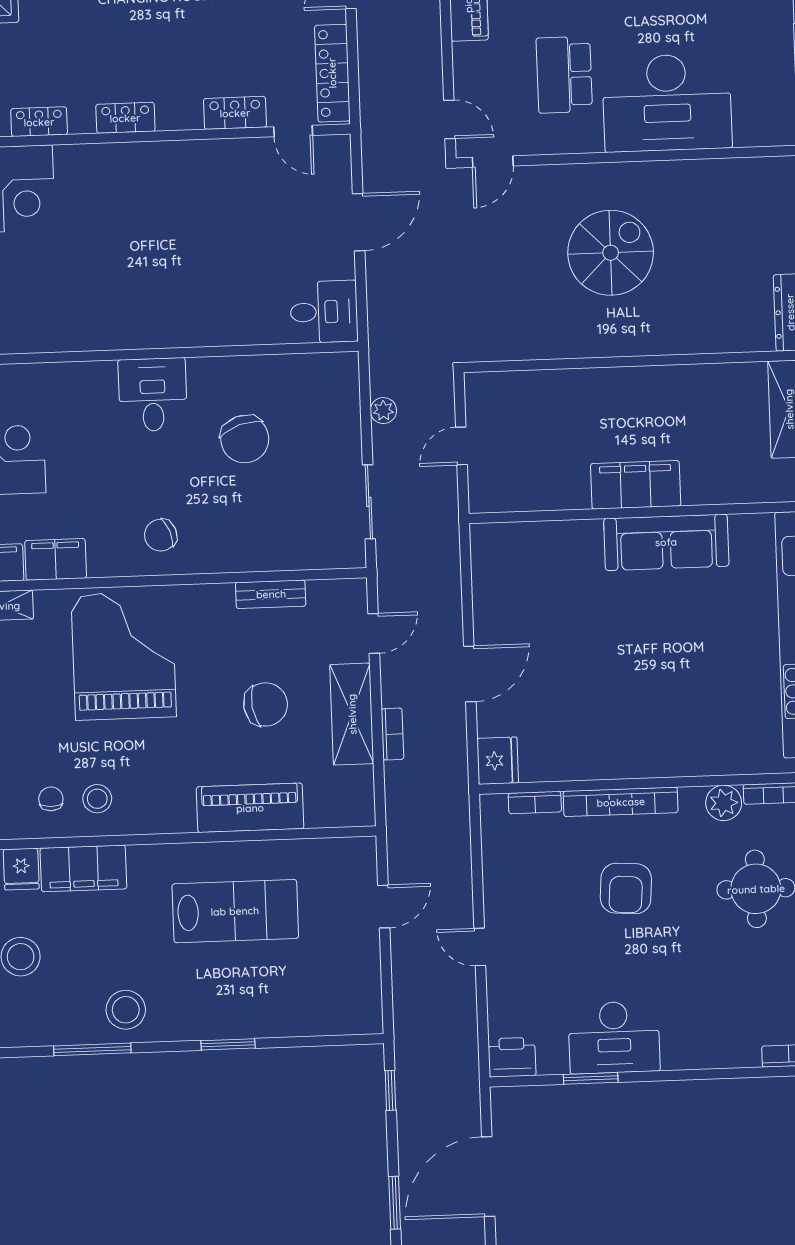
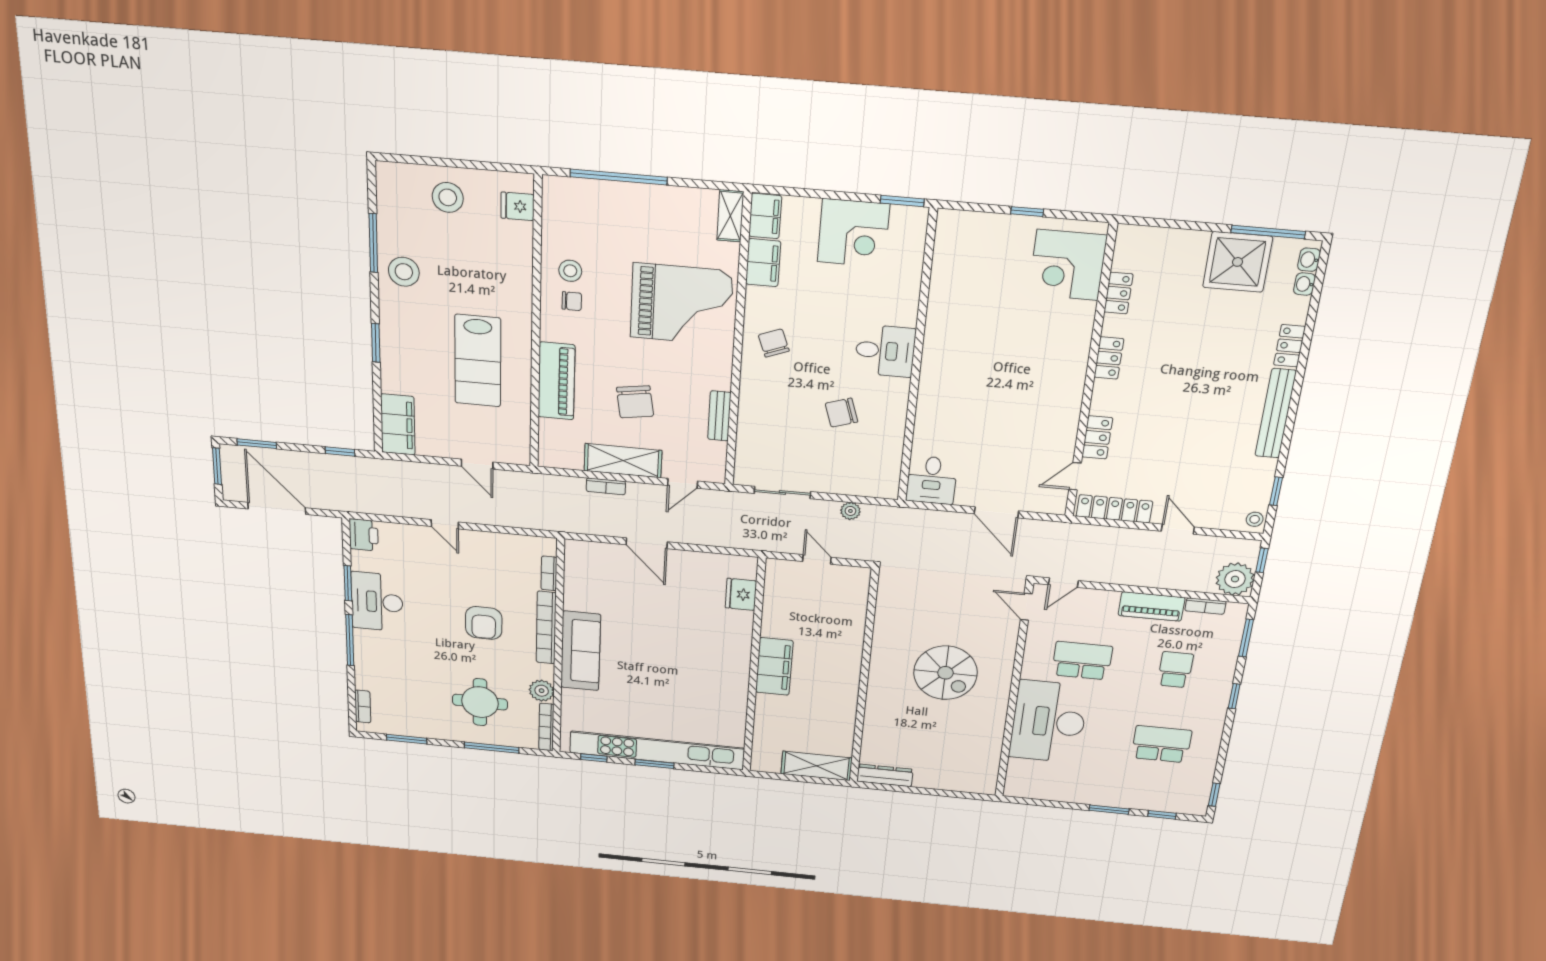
chair: (245, 439) -> (841, 413), width x0.73, depth x0.73
sofa: (666, 542) -> (581, 651), moved, turned 180
door: (374, 633) -> (683, 483), hinge flipped
fridge: (498, 761) -> (741, 594), moved, turned 90
chair: (51, 799) -> (572, 301), moved
filing cabinet: (83, 868) -> (398, 425), moved, turned 180
armchair: (626, 888) -> (484, 623), turned -94
door: (480, 947) -> (445, 524), swing flipped
window: (682, 1075) -> (350, 640), added

